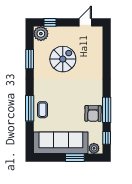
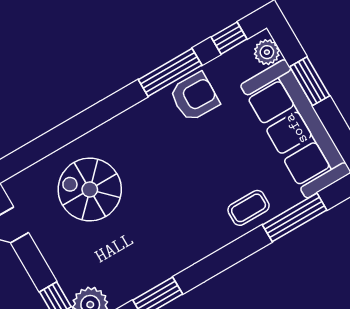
spiral stairs: (63, 59) -> (90, 190), moved
window: (30, 108) -> (295, 217), moved

